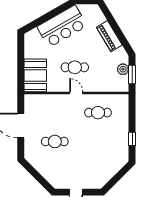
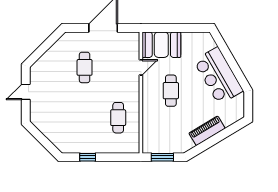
plant: (123, 69) -> (169, 147), removed
door: (76, 93) -> (141, 67), moved

